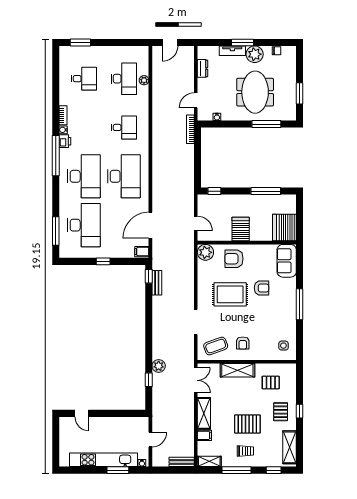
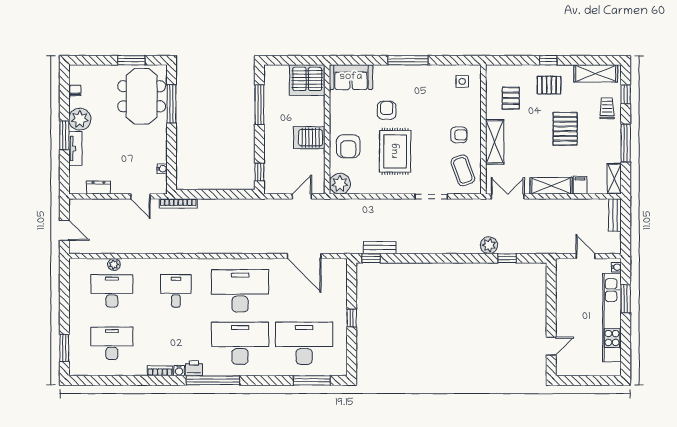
desk: (84, 79) -> (112, 343), width x1.37
meeting table: (255, 92) -> (142, 96), moved, turned 90
filing cabinet: (142, 252) -> (339, 267), removed
trolley: (245, 451) -> (607, 108), moved

